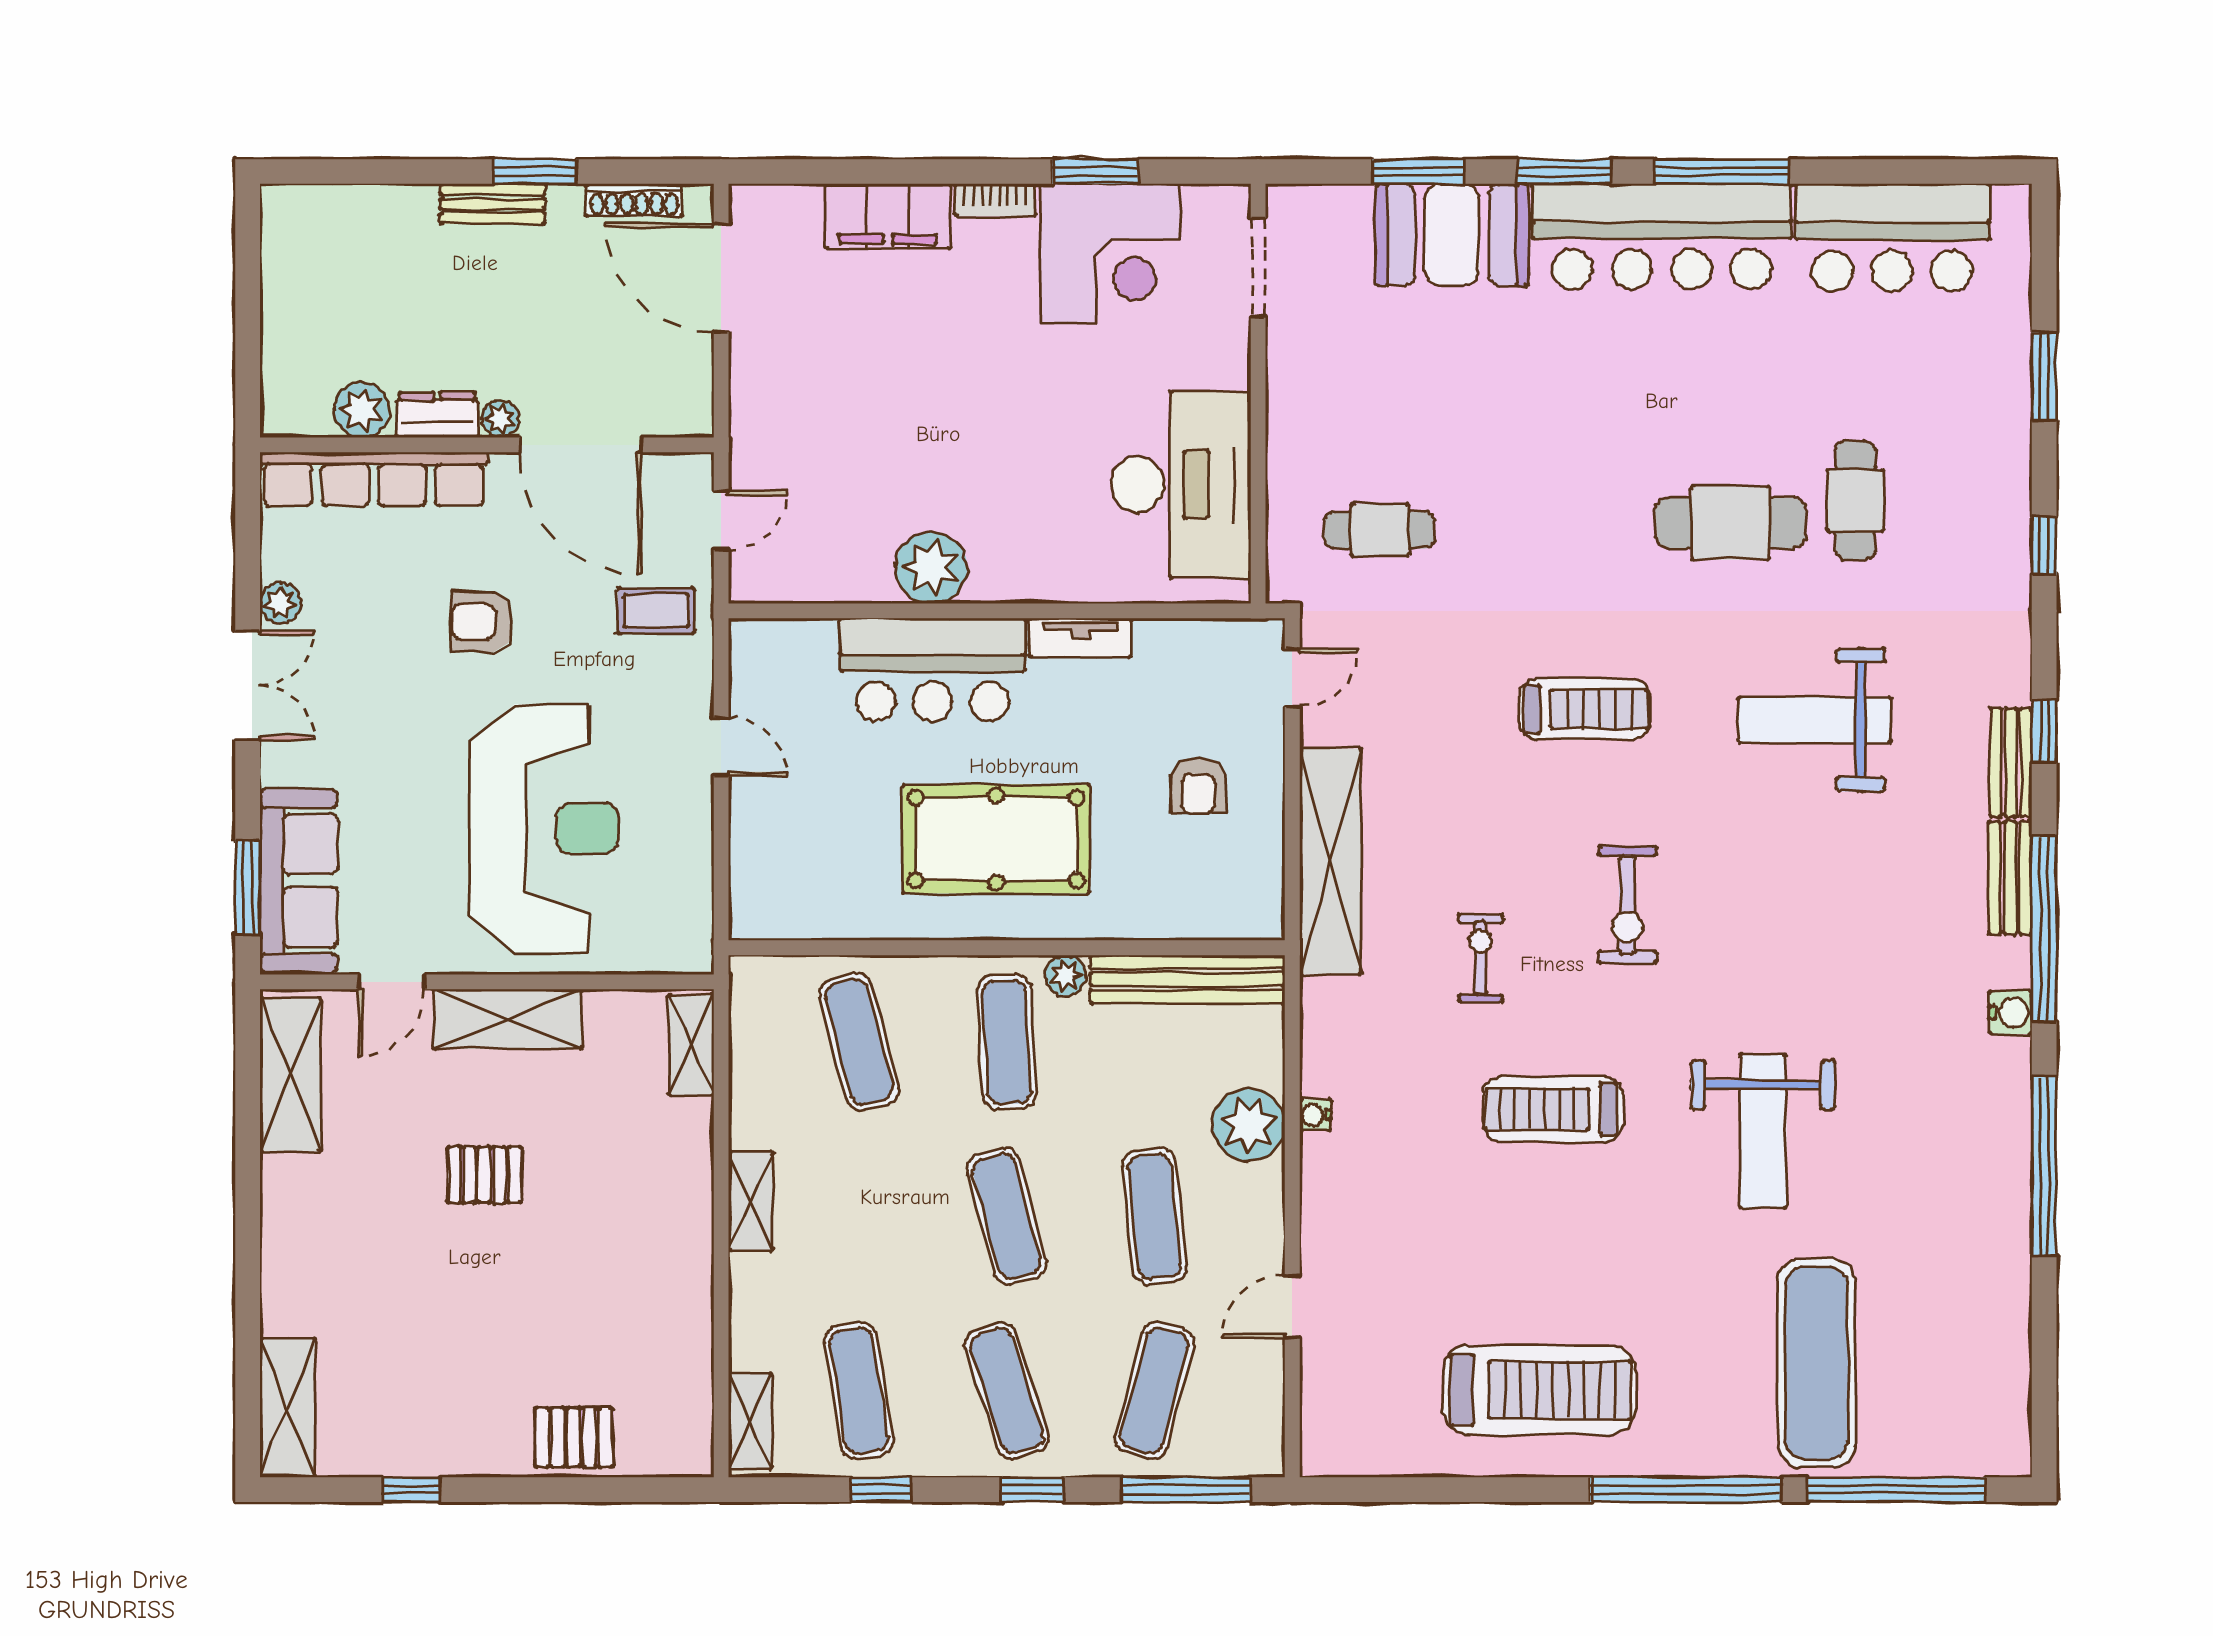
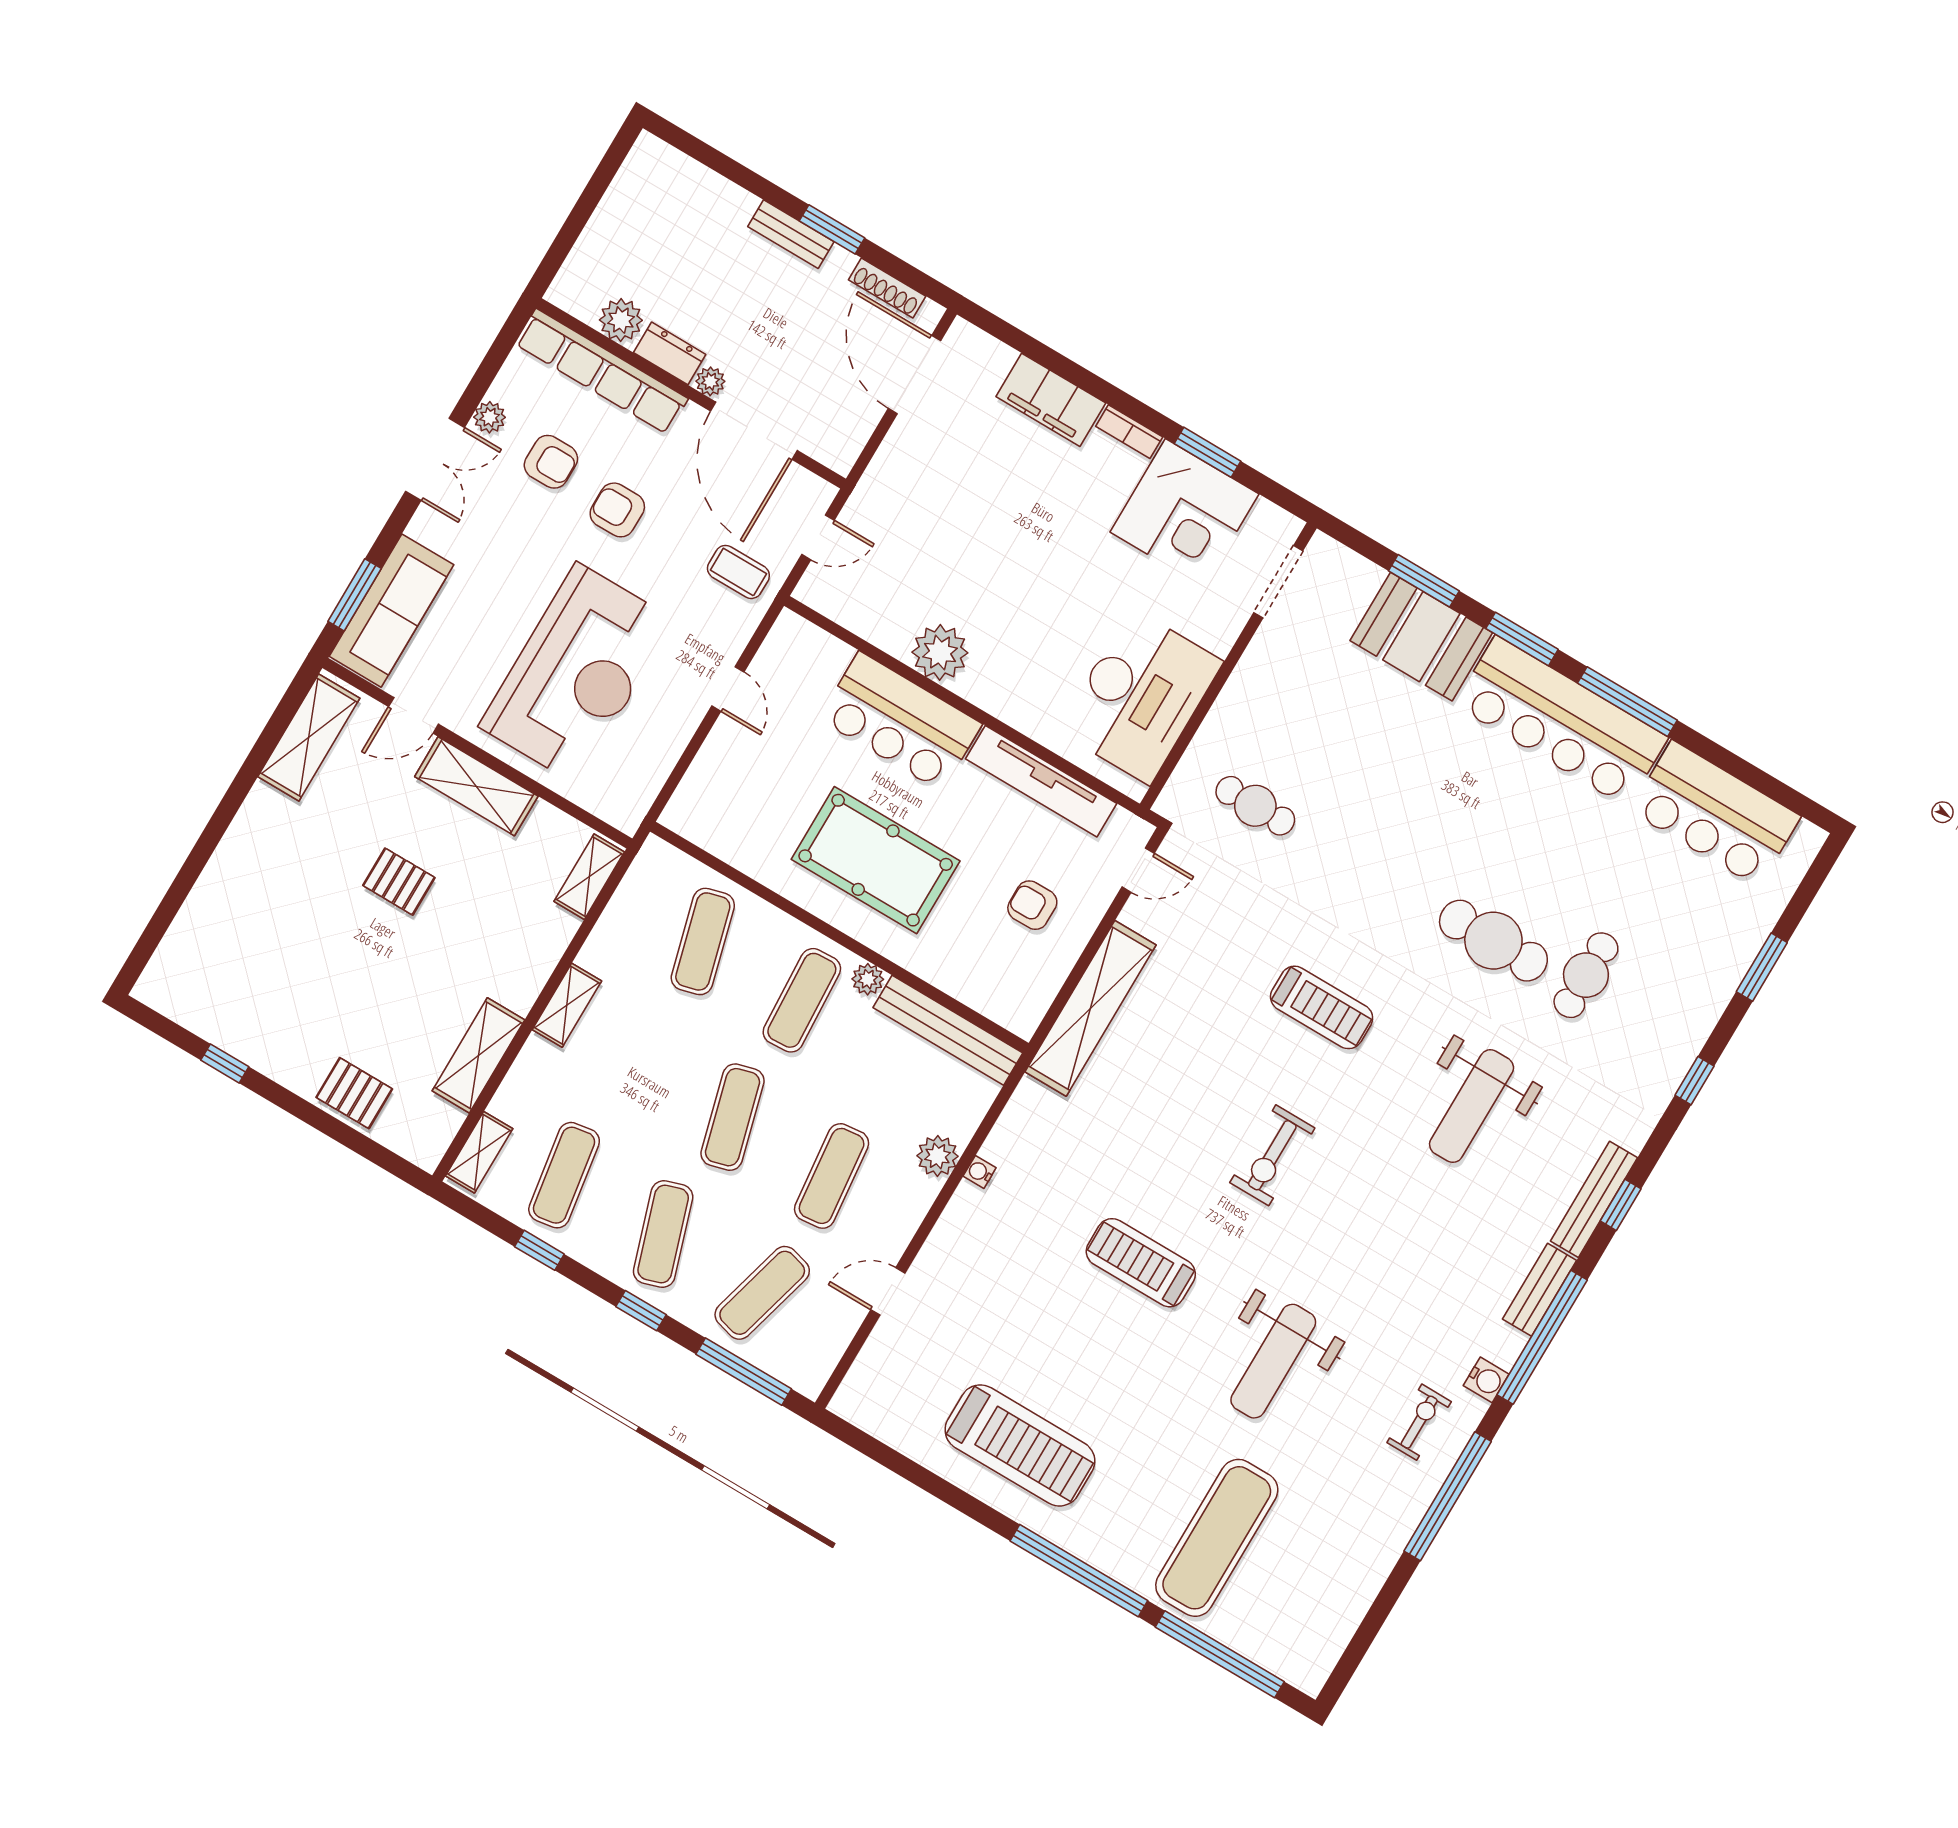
armchair: (377, 612) -> (551, 462), added
tv unit: (1080, 638) -> (1041, 781), width x1.92, depth x1.29
weight bench: (1815, 720) -> (1472, 1106), turned -90
bench: (2011, 763) -> (1594, 1199), width x1.36
armchair: (1199, 786) -> (1032, 905), turned 90
exercise bike: (1480, 958) -> (1419, 1422), moved
plant: (1249, 1125) -> (938, 1156), width x0.73, depth x0.73
shelving: (288, 1408) -> (478, 1055), moved

